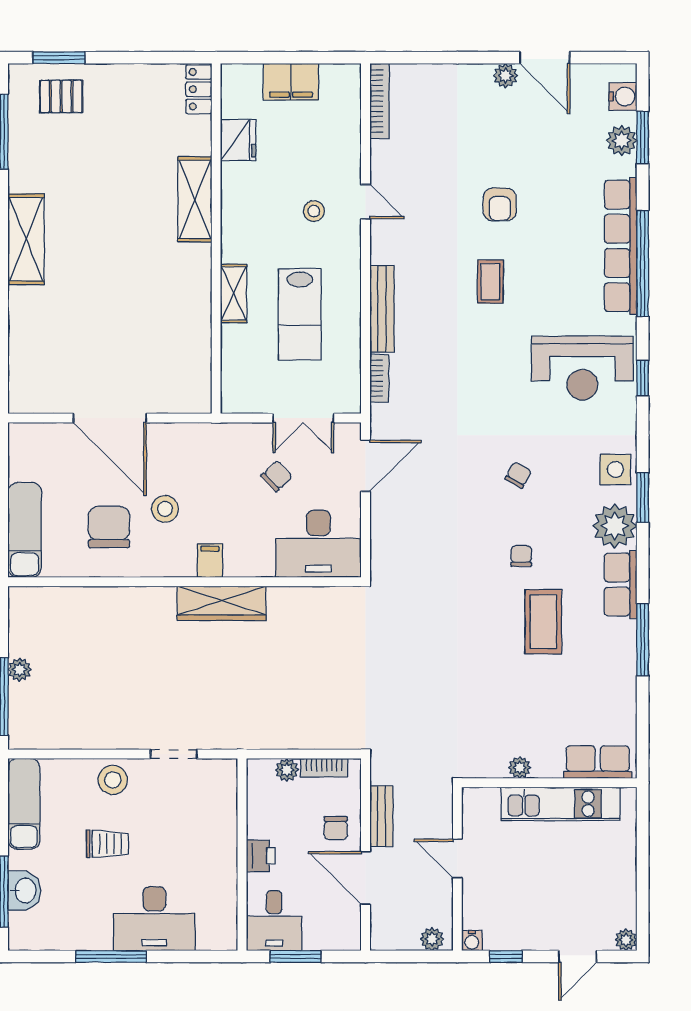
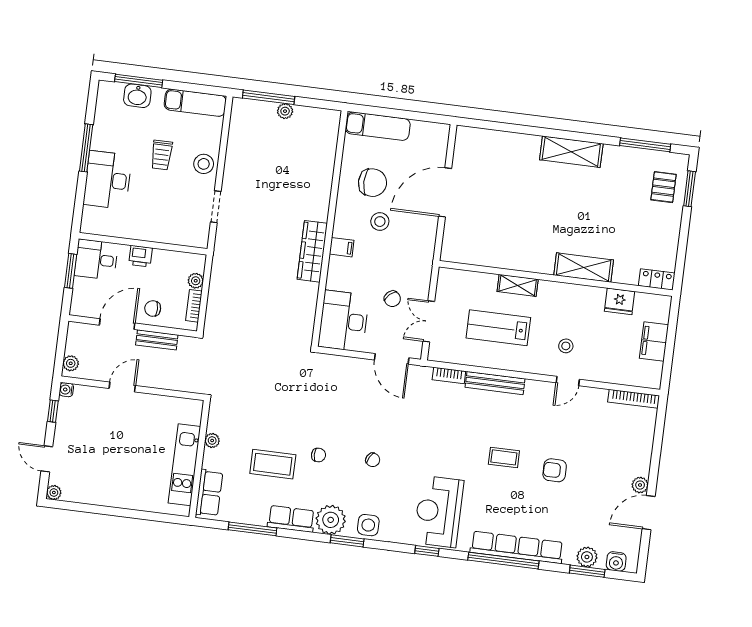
row of seats: (598, 762) -> (209, 493), moved
plant: (520, 767) -> (212, 440), moved
wall: (549, 783) -> (199, 459), moved
kitchen unit: (561, 804) -> (184, 465), moved

